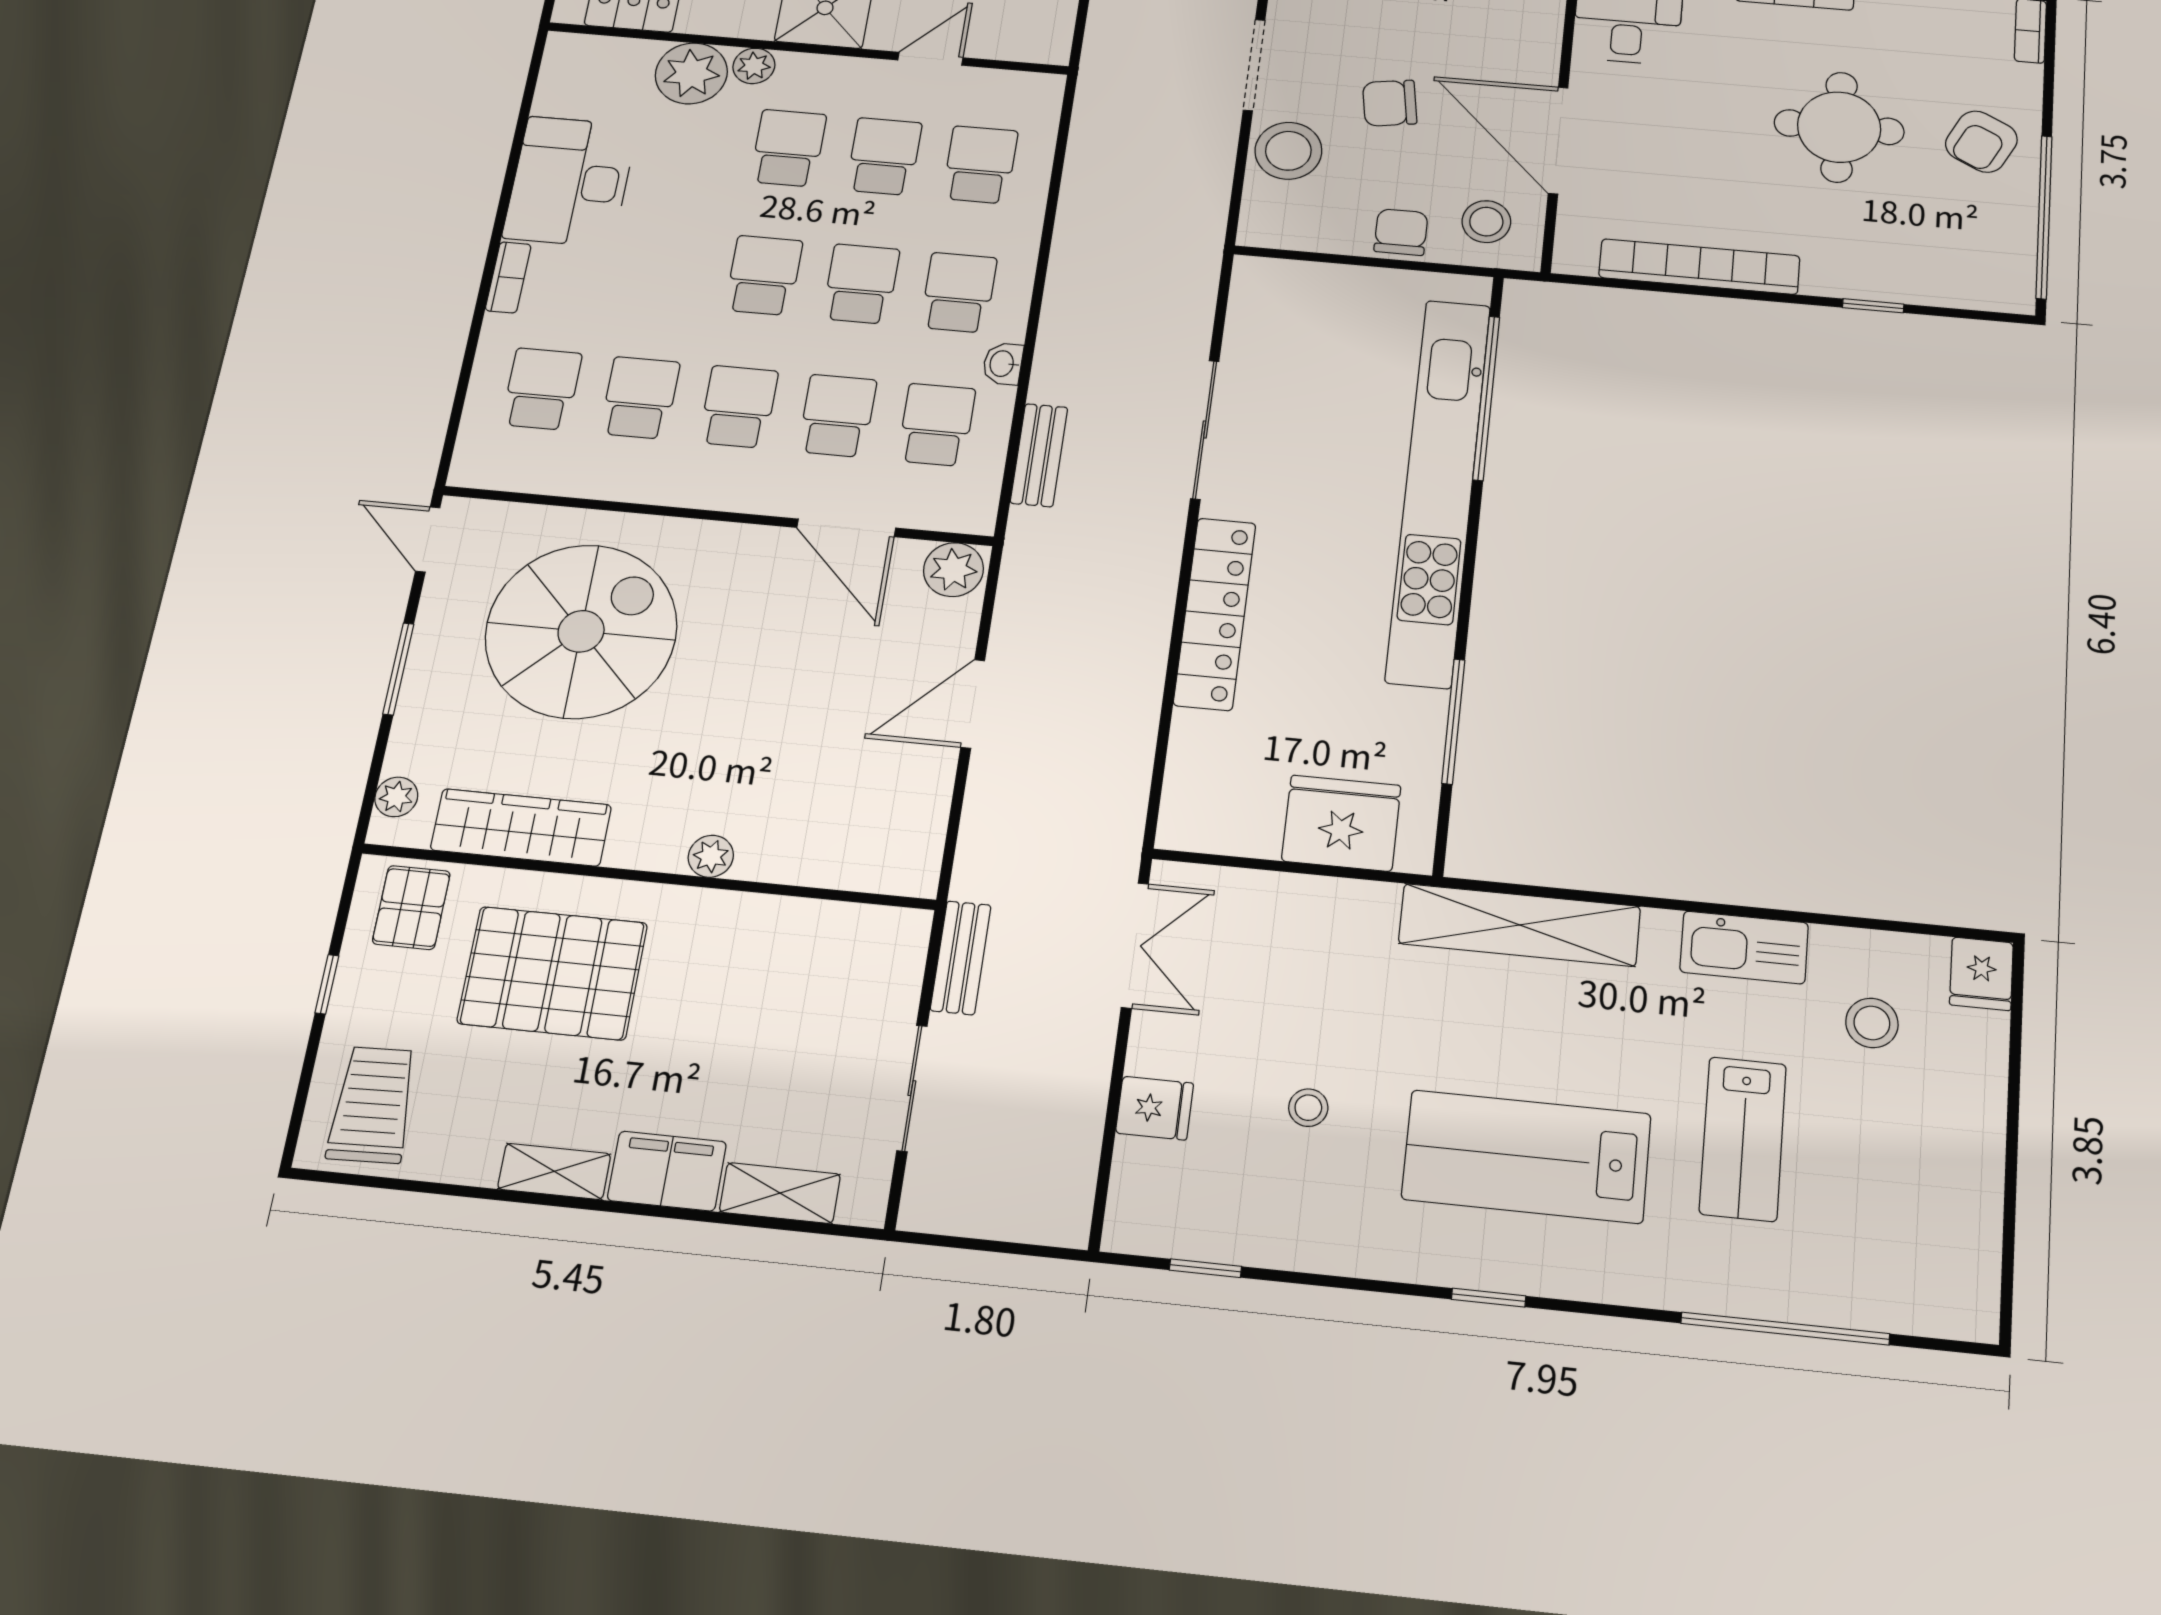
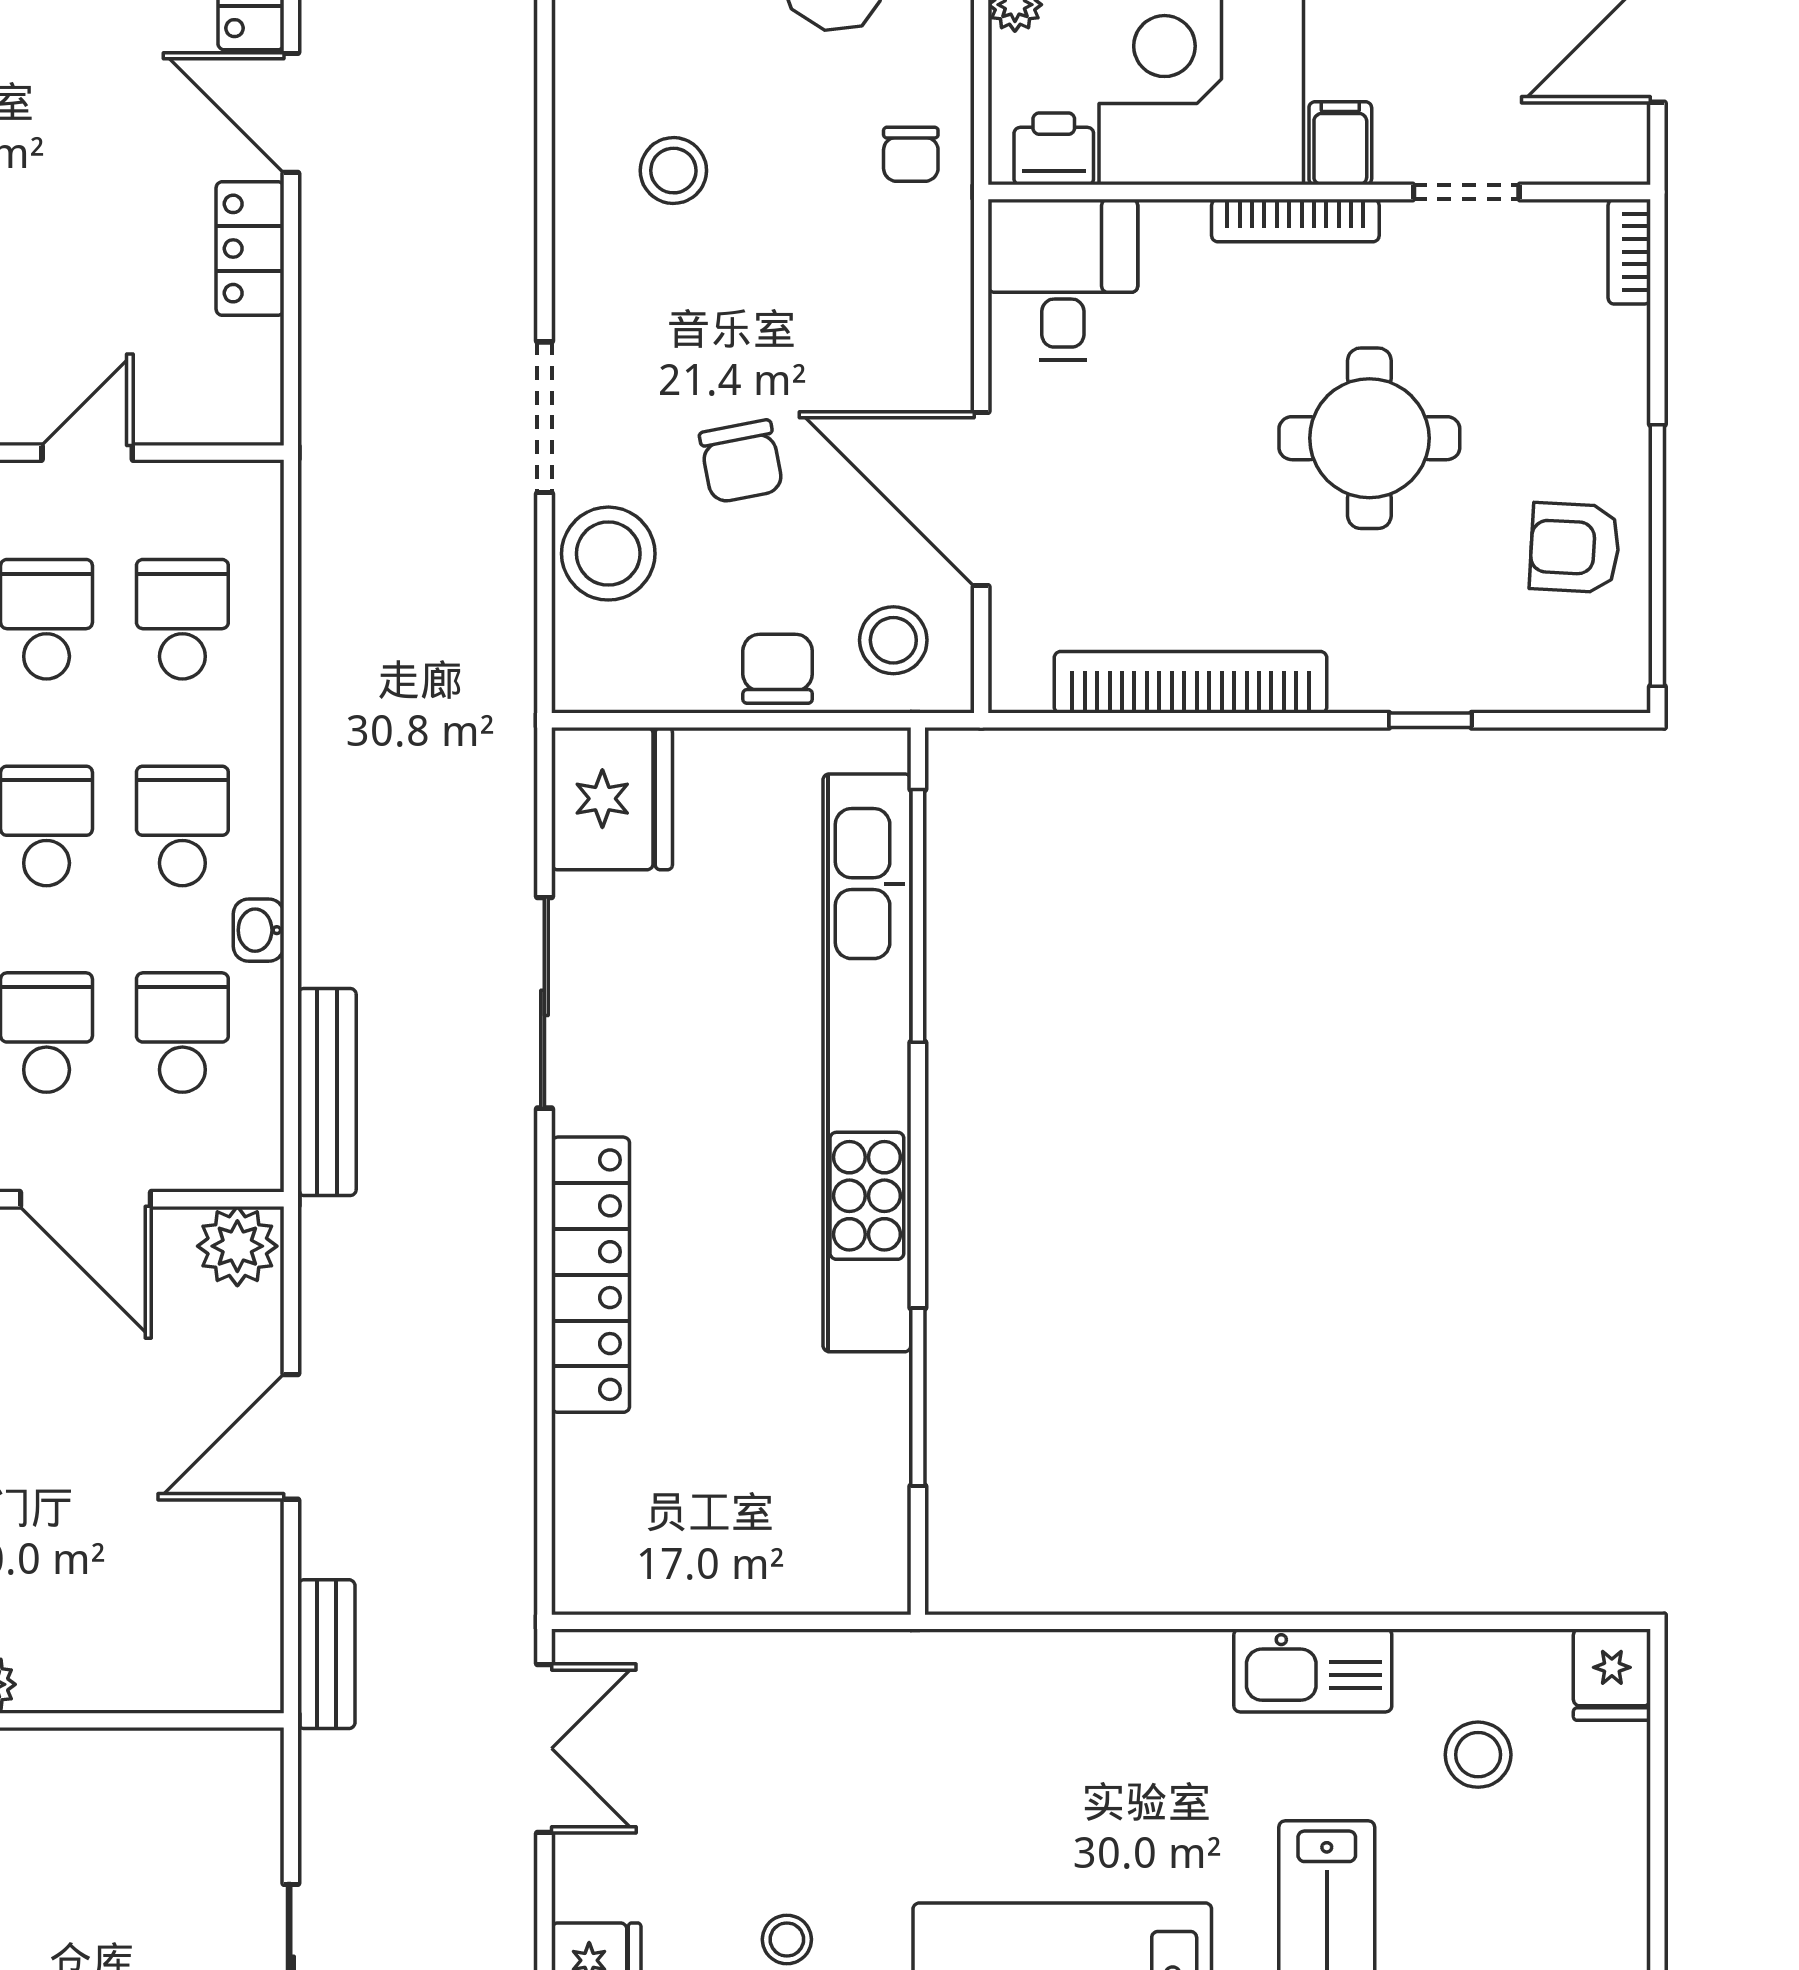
chair: (1390, 103) -> (741, 461), turned -92
armchair: (1981, 142) -> (1575, 548), moved, turned 66
bench: (1039, 455) -> (327, 1092), width x1.36
fridge: (1341, 823) -> (612, 799), moved, turned 90
shelving: (1519, 925) -> (1028, 1670), removed
bench: (961, 958) -> (326, 1654), moved

